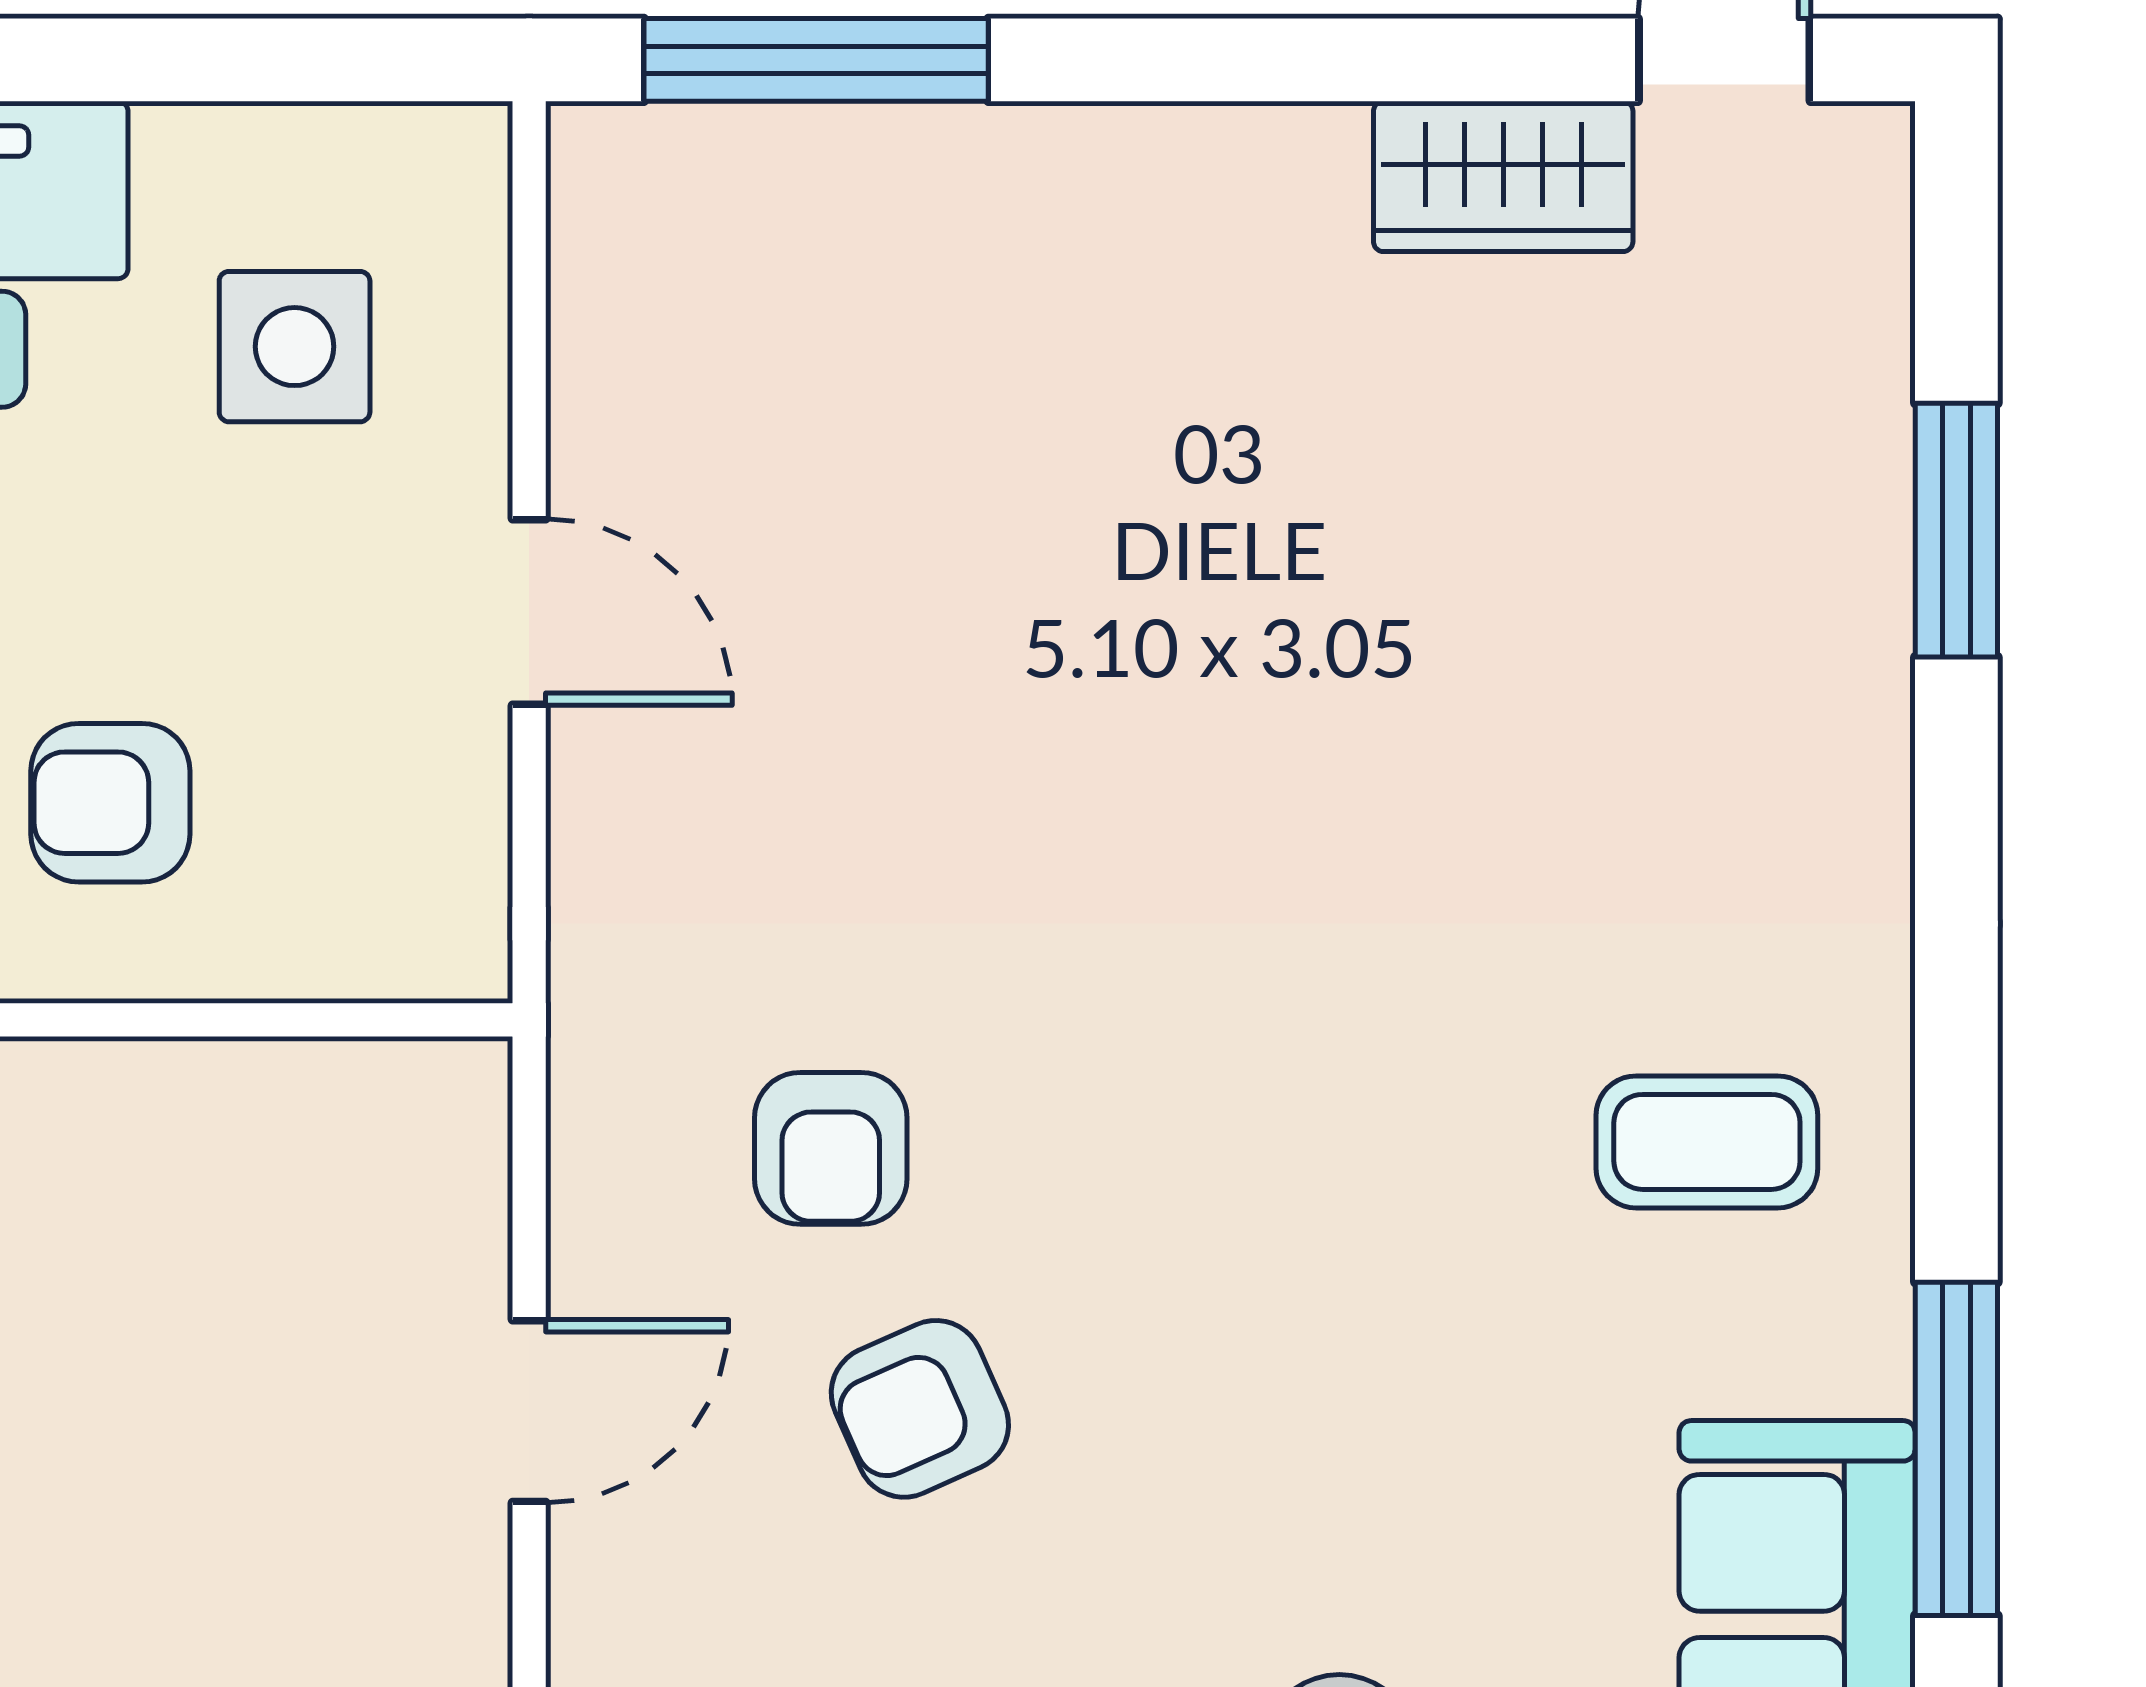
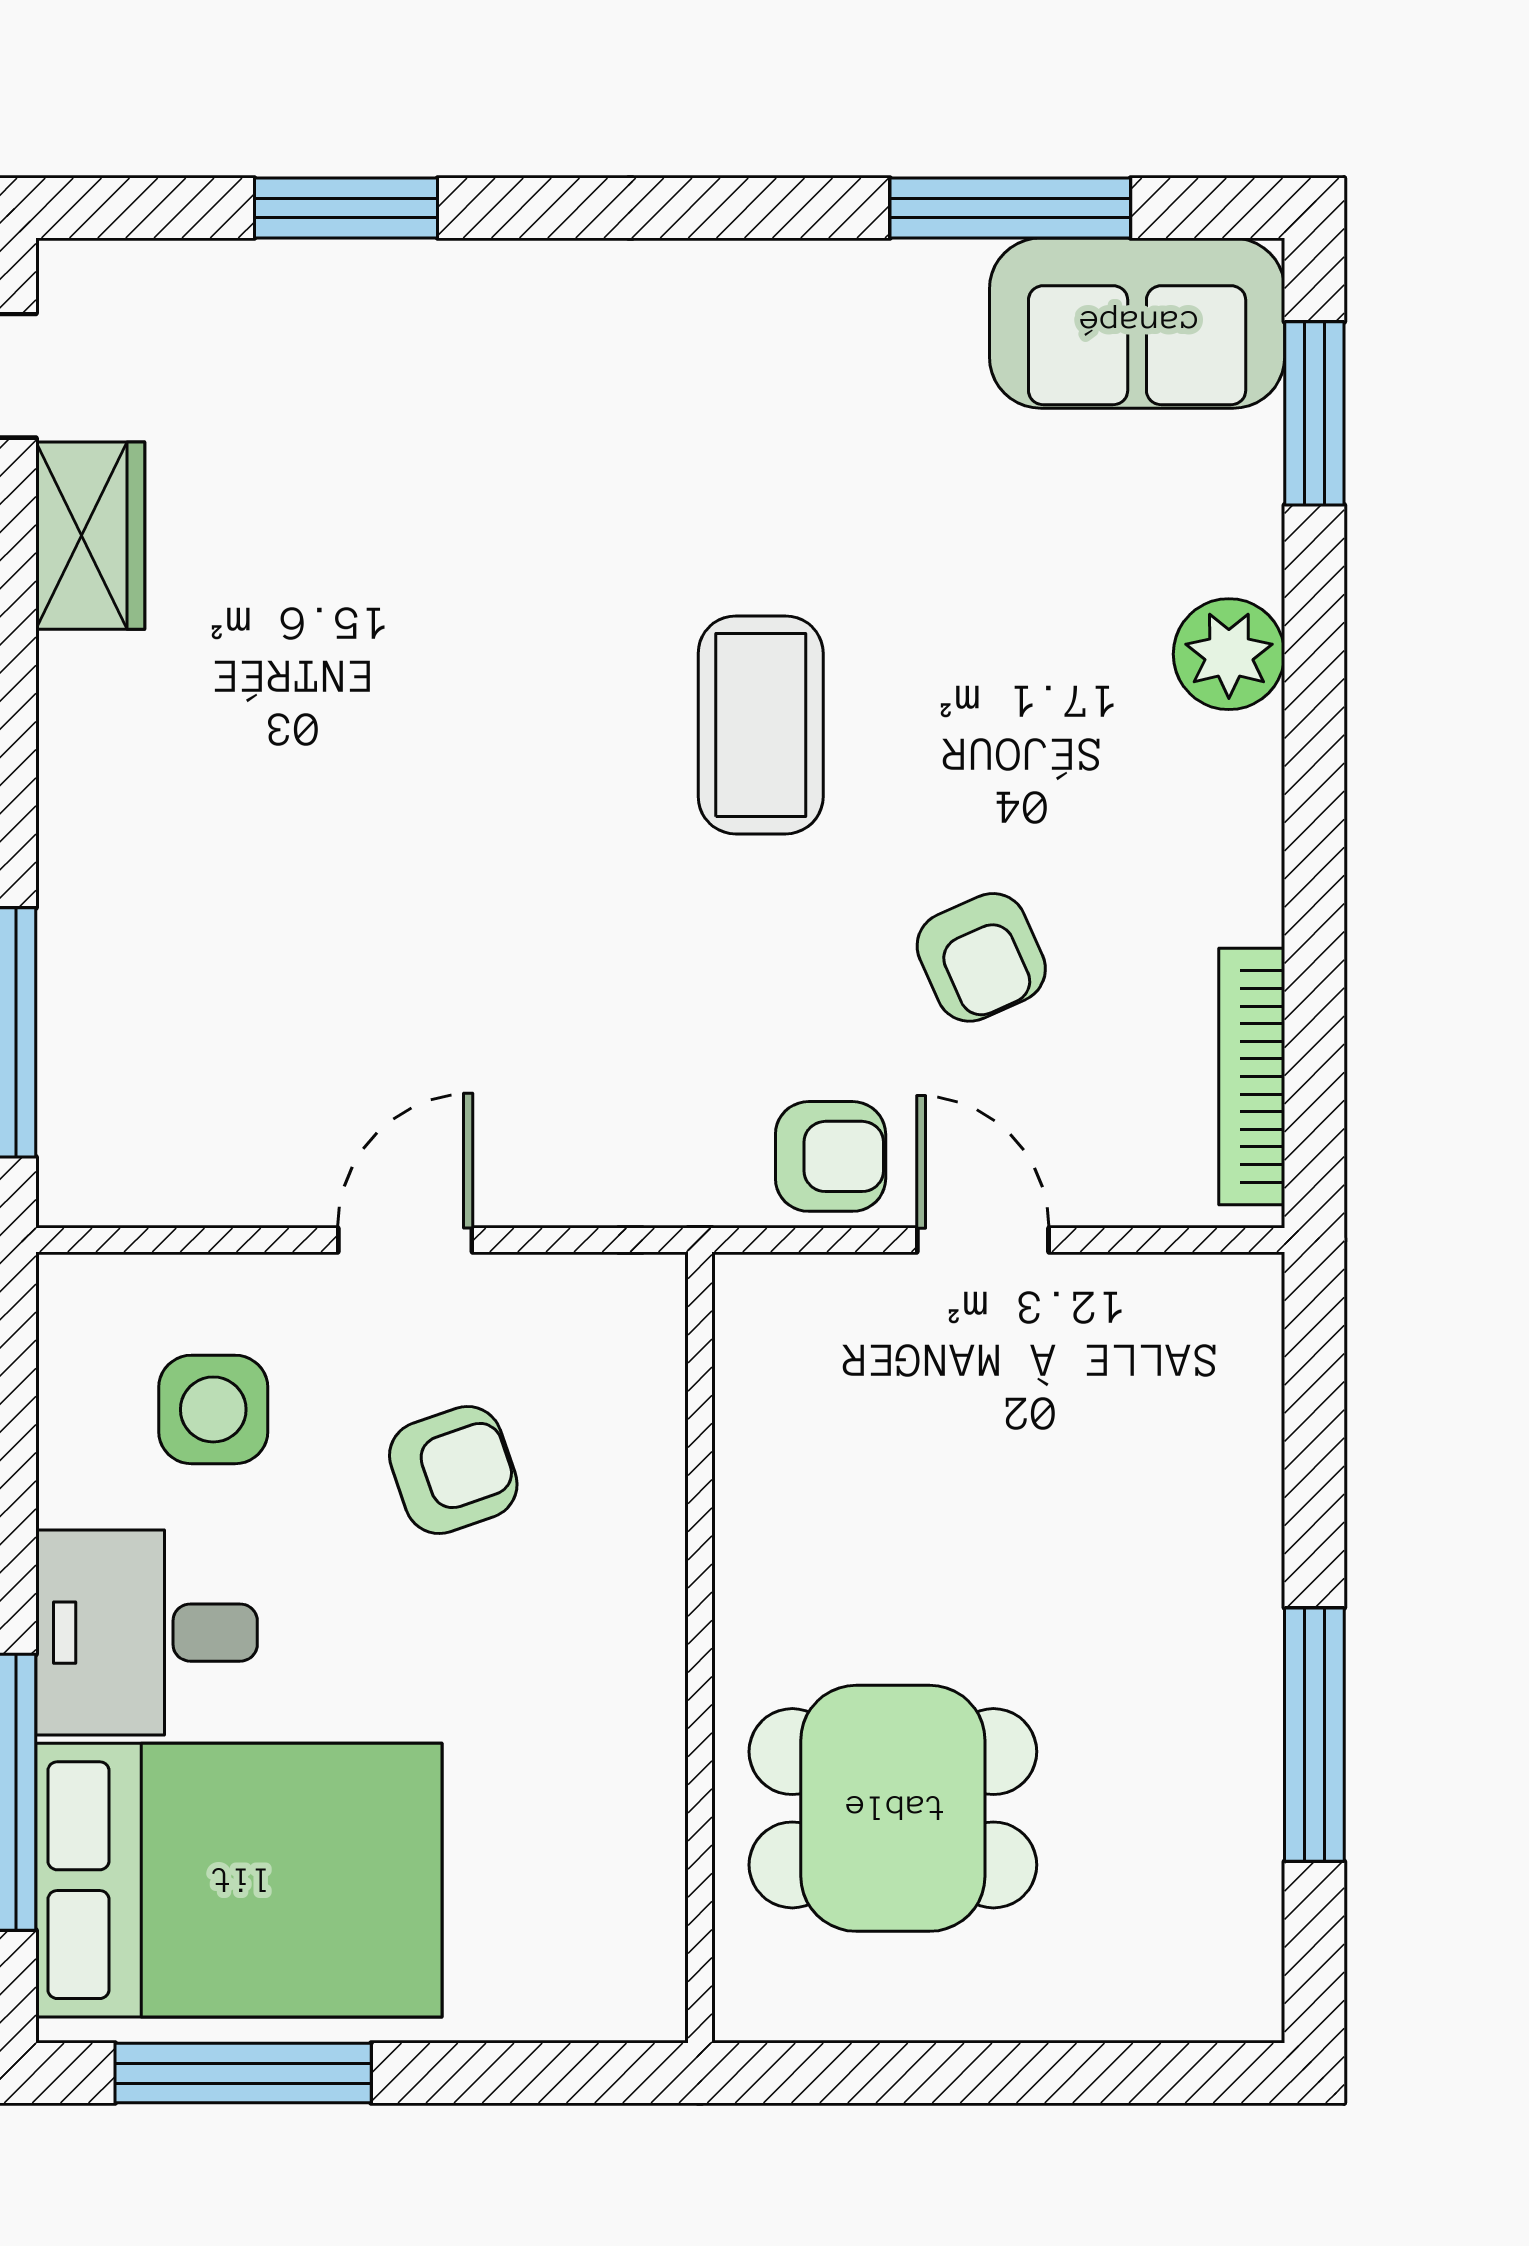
armchair: (110, 803) -> (453, 1470), moved, turned -109
coffee table: (1707, 1142) -> (761, 725), moved, width x1.36, depth x1.30
armchair: (831, 1148) -> (831, 1156), moved

